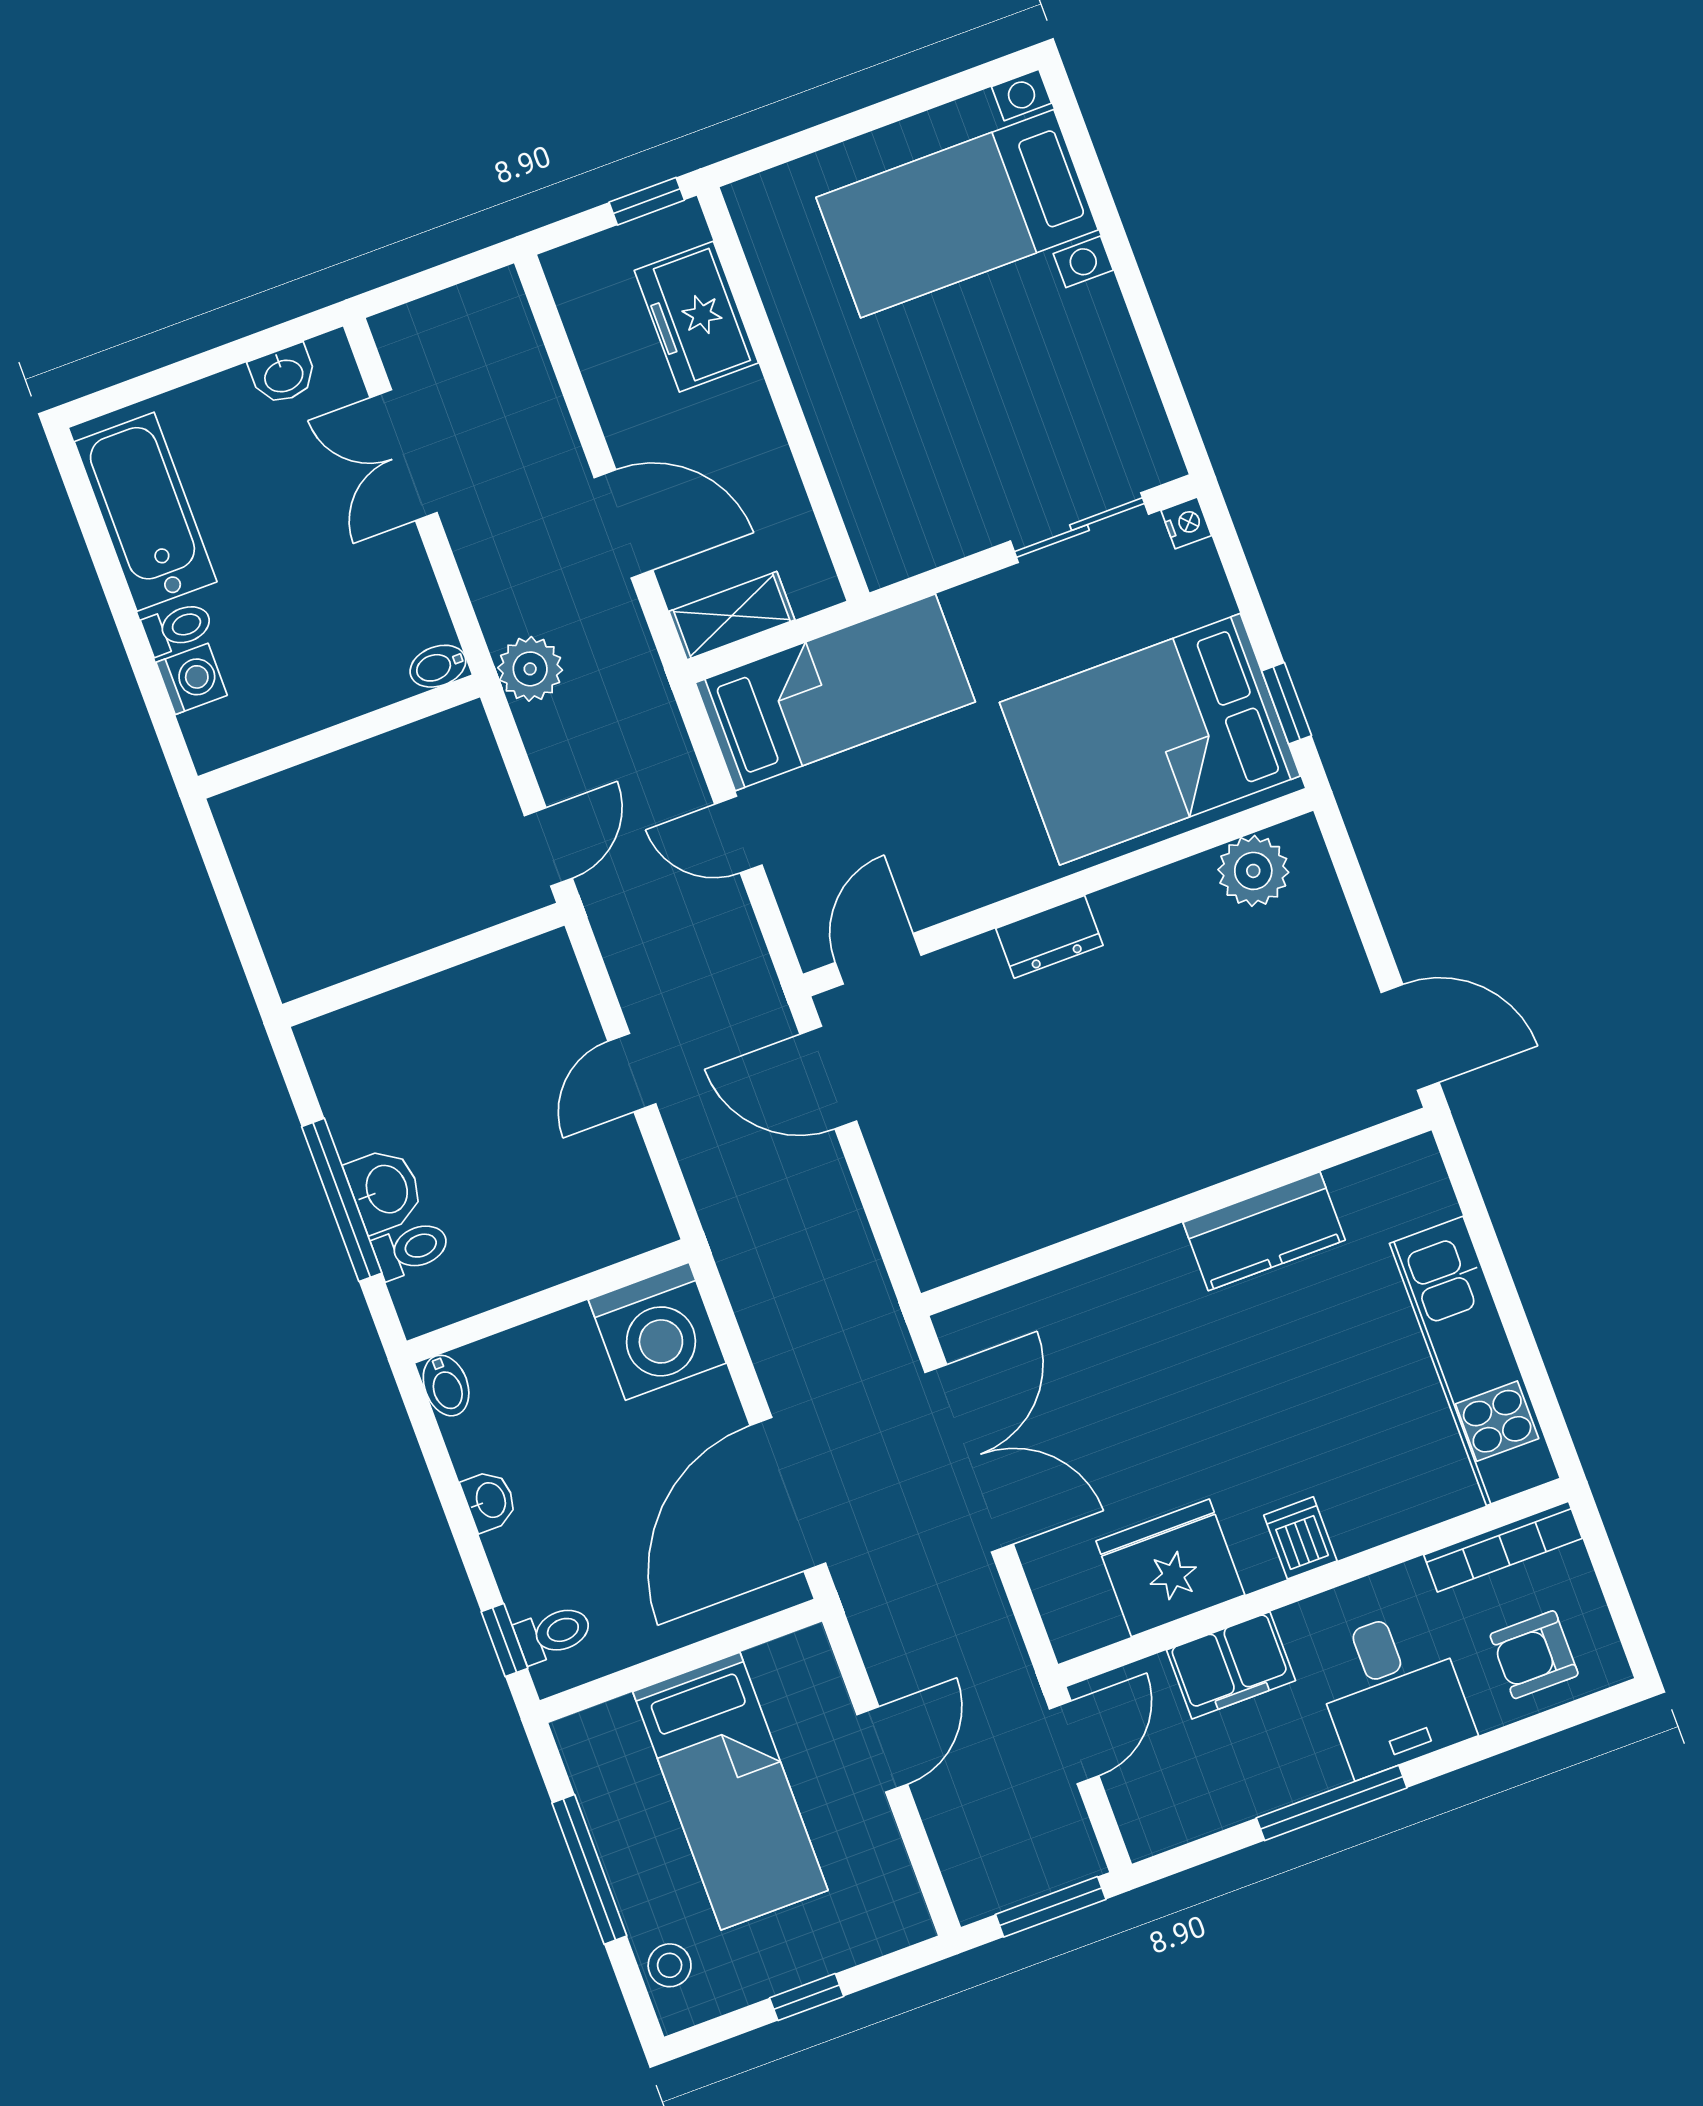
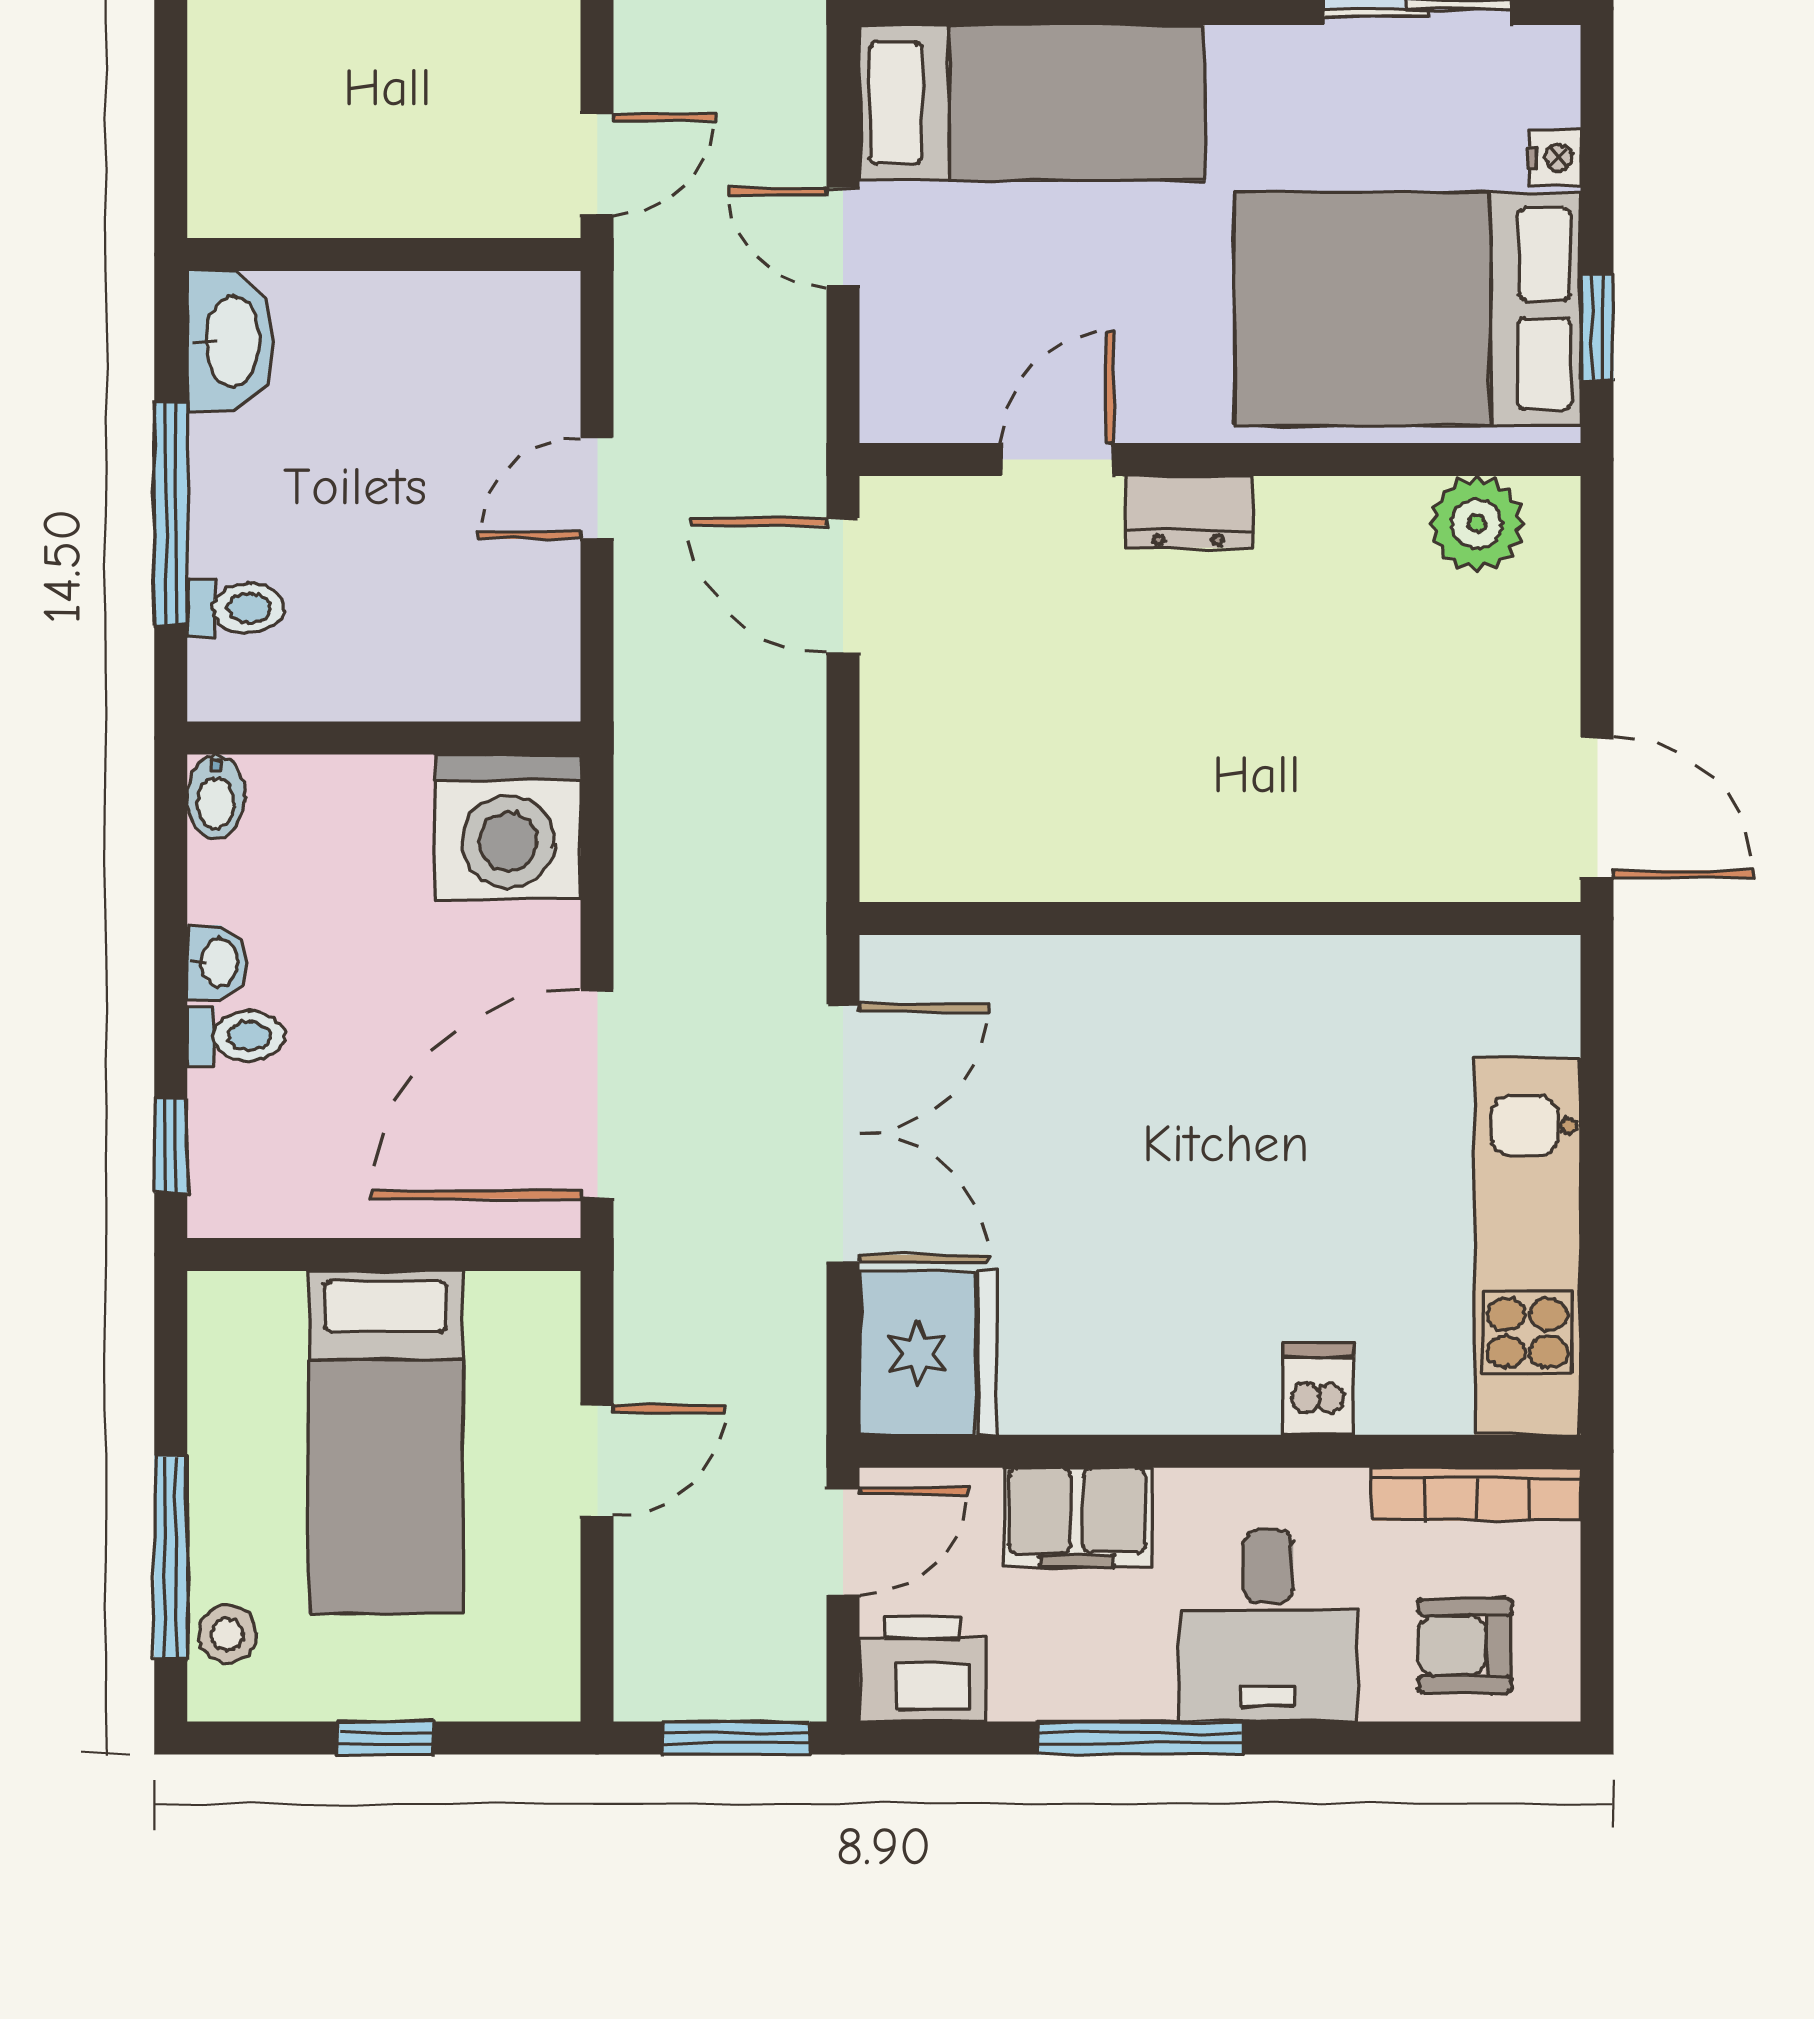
nightstand: (1186, 523) -> (1554, 158), moved
door: (878, 959) -> (1058, 459), moved
washbasin: (385, 1190) -> (230, 341), moved, width x1.38
kitchen counter: (1264, 1231) -> (1322, 984), removed
dishwasher: (1300, 1538) -> (1318, 1389), moved
fridge: (1170, 1568) -> (928, 1353), moved, turned 90
toilet: (553, 1633) -> (236, 1036), moved
printer: (1162, 1811) -> (922, 1670), added
window: (589, 1869) -> (171, 1557), moved

